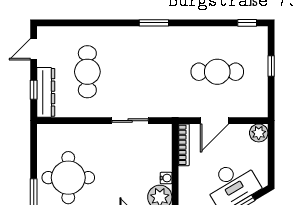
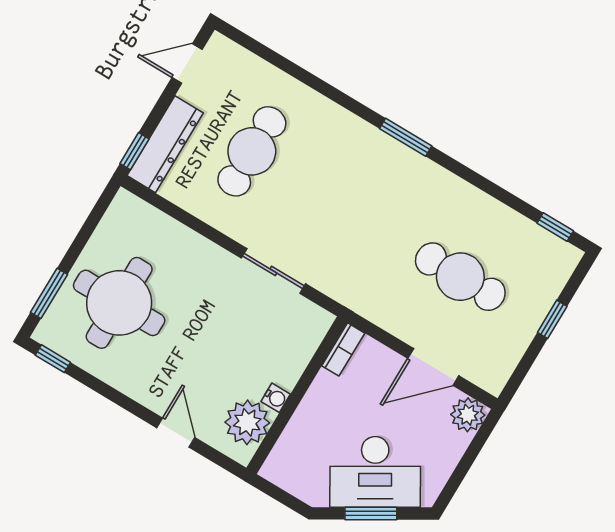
window: (34, 90) -> (134, 151), moved
door: (214, 121) -> (433, 367), moved
bookcase: (184, 145) -> (343, 349), width x0.64

